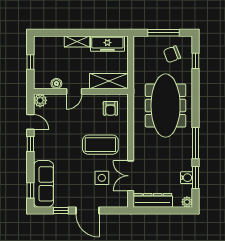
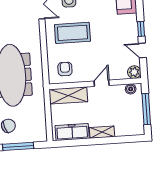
window: (30, 62) -> (146, 109), width x2.17
boiler: (56, 84) -> (131, 89), moved

